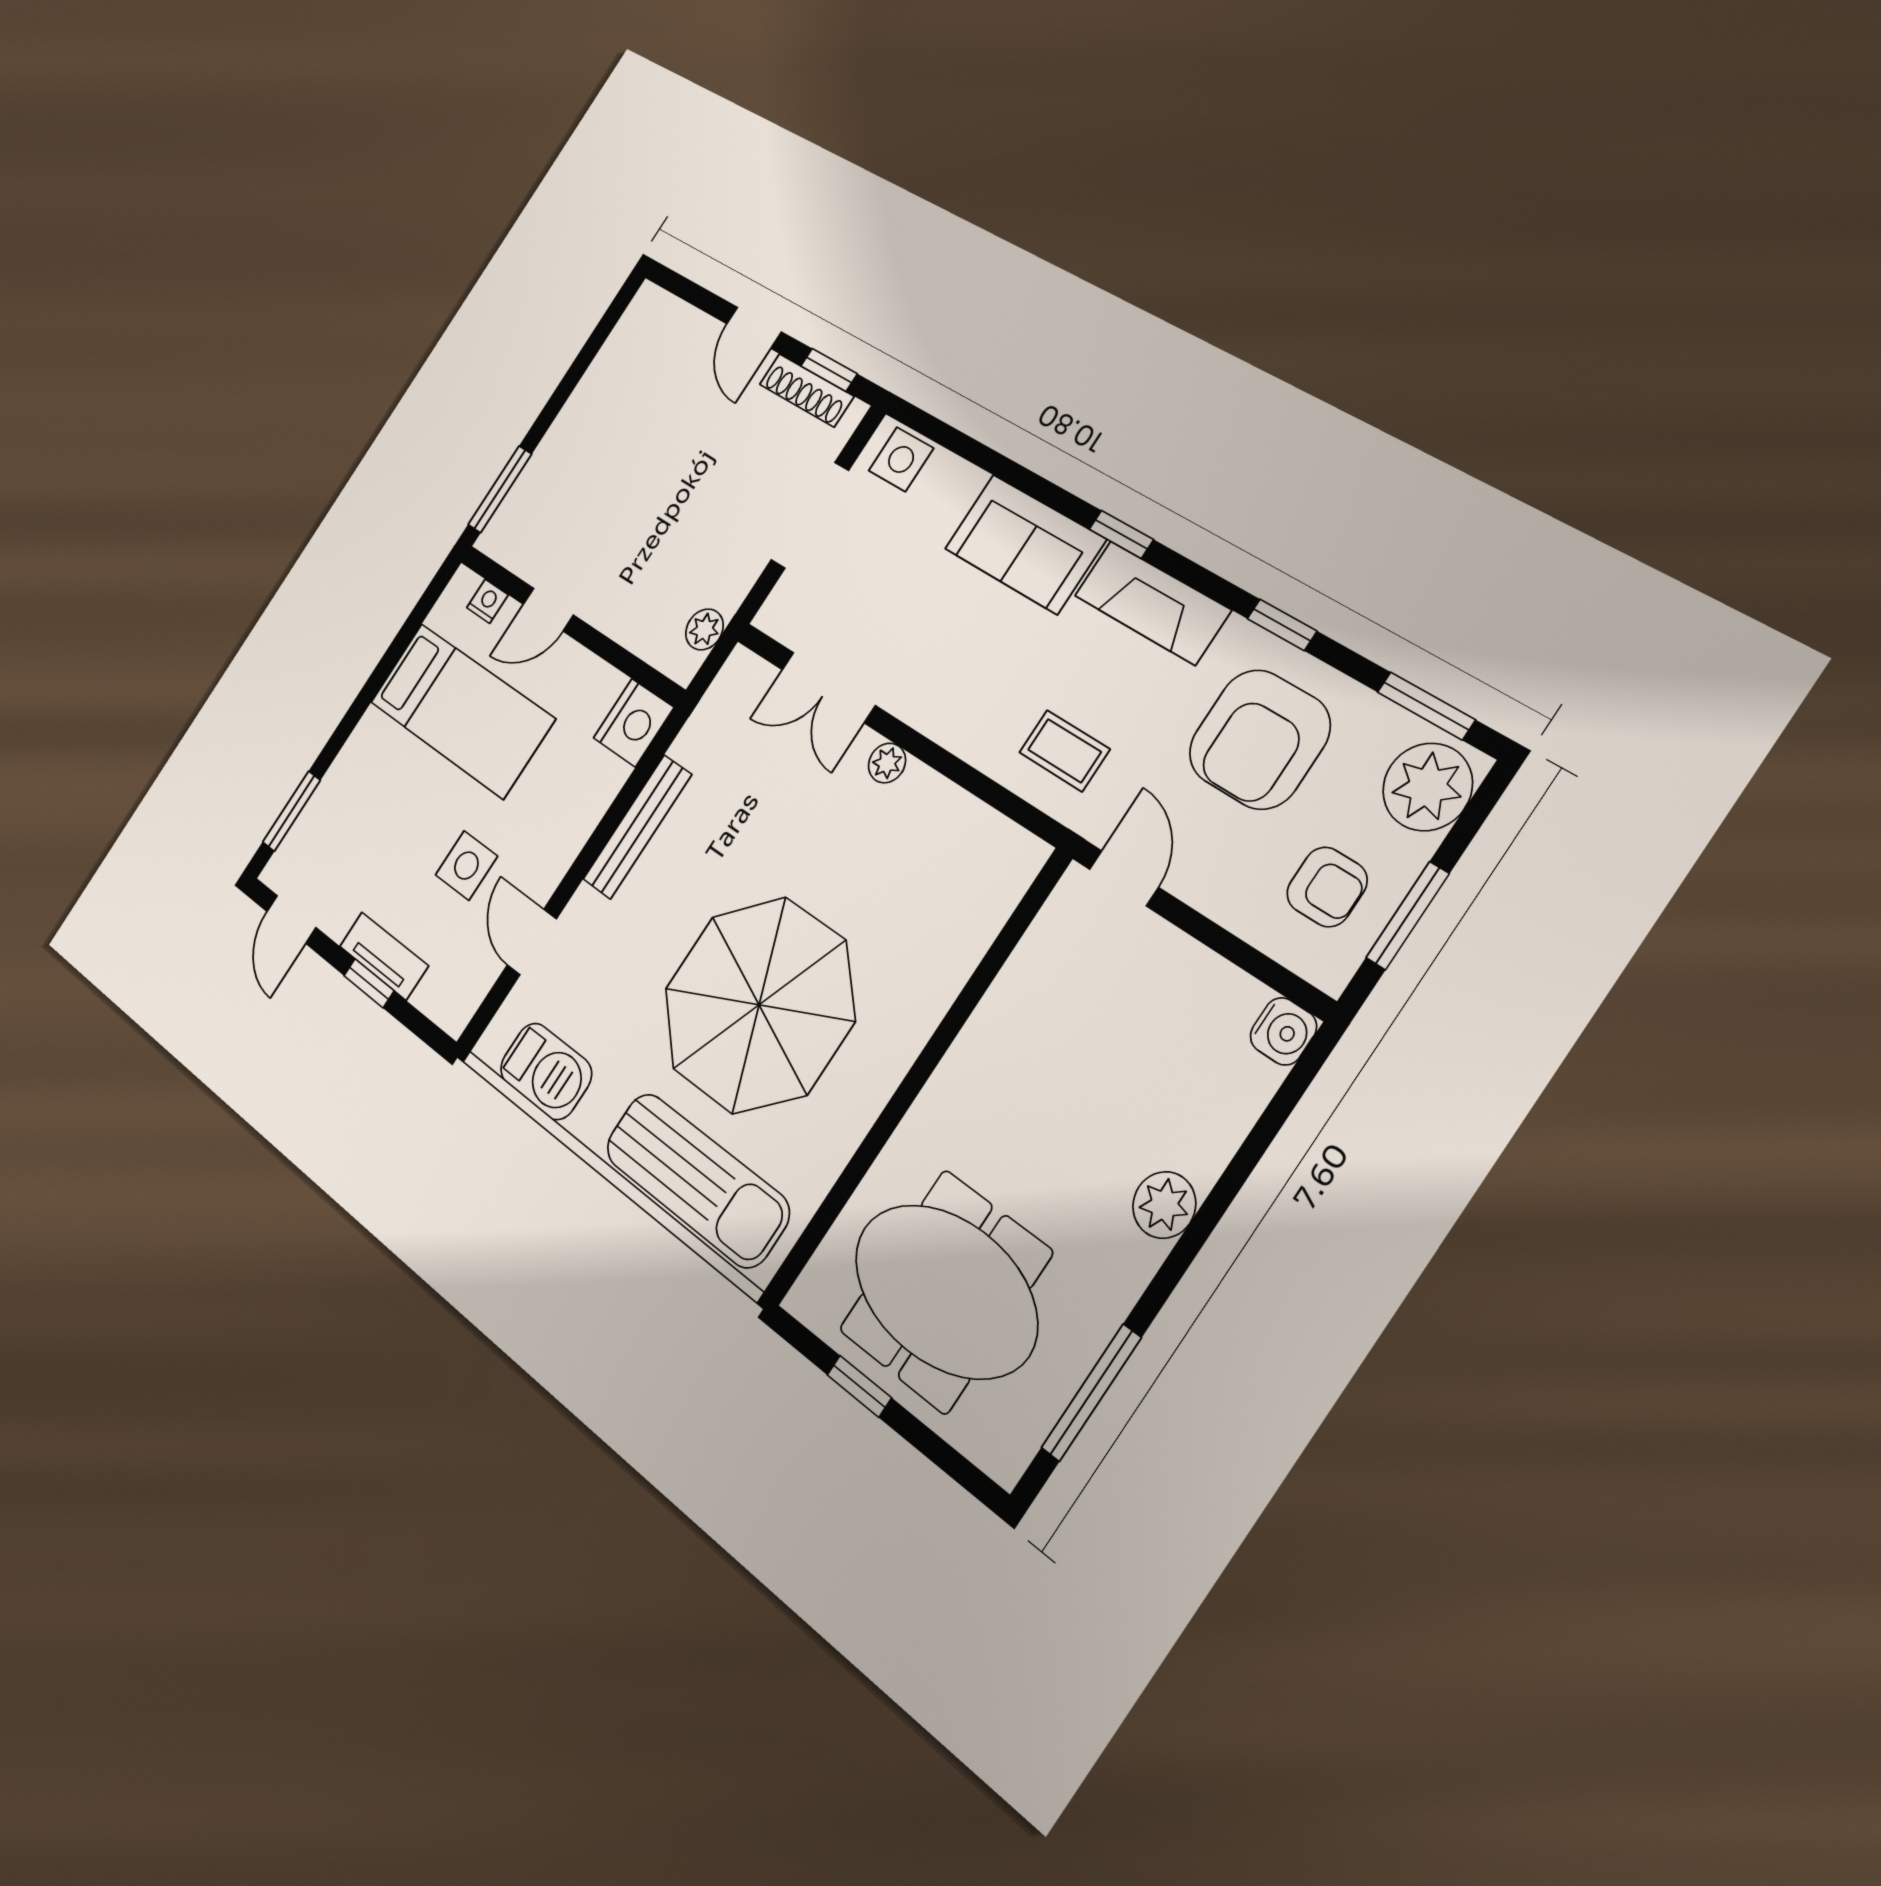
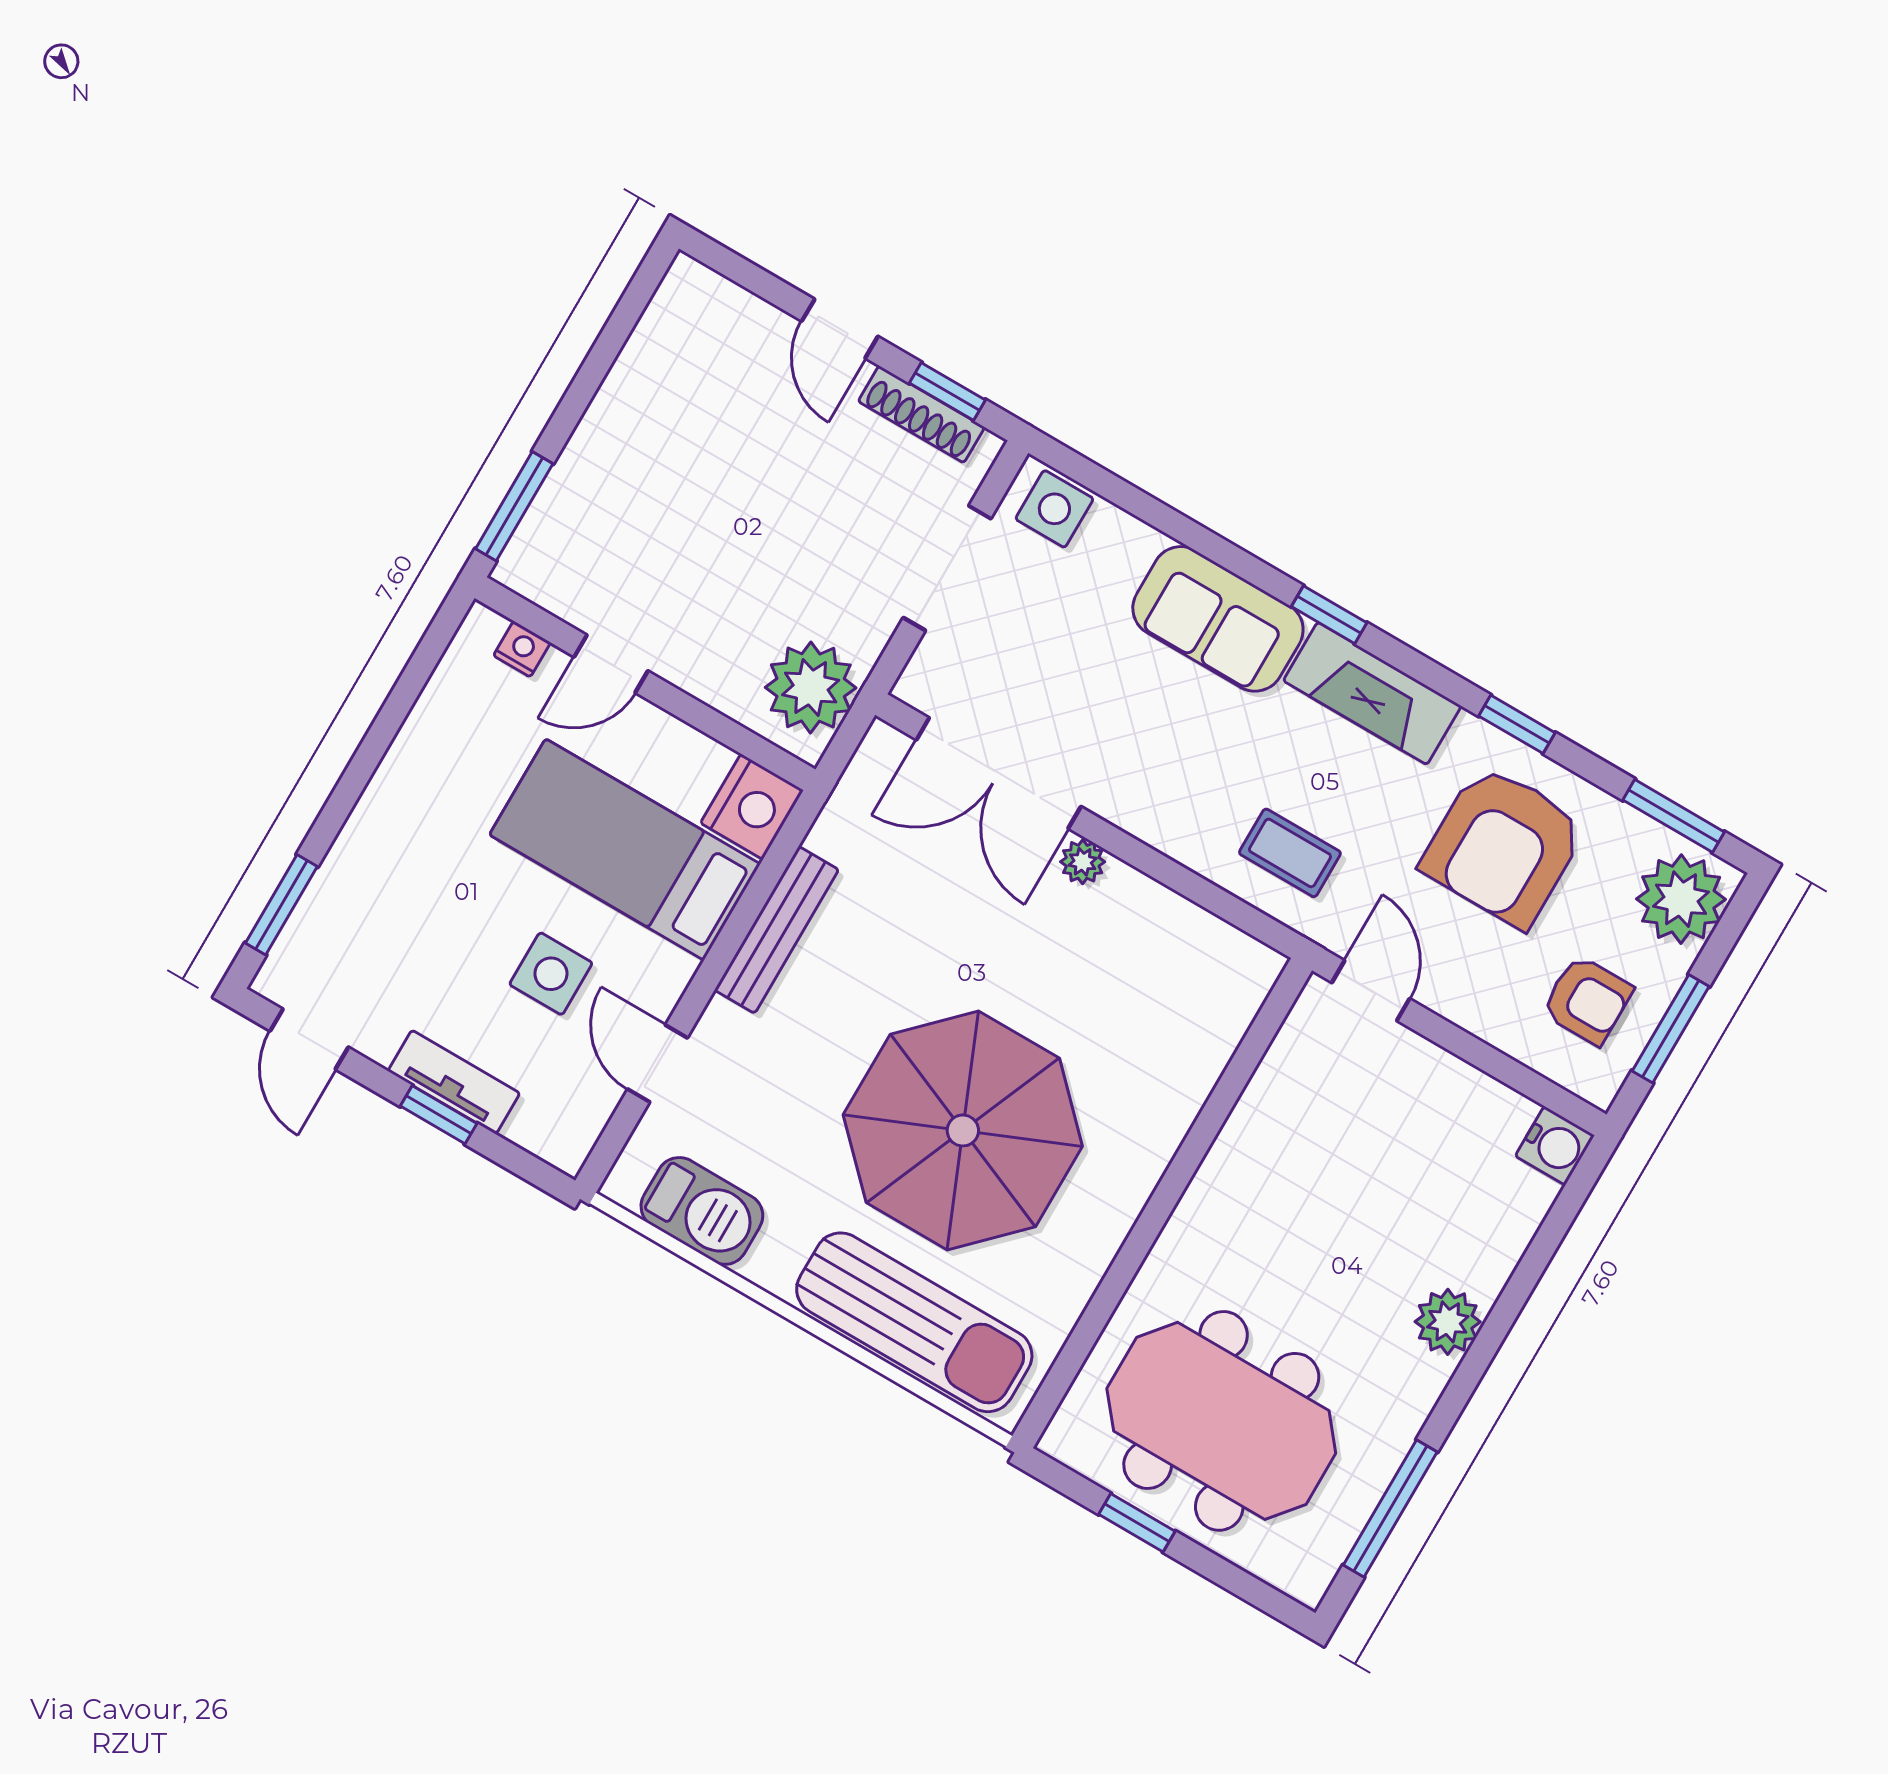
plant: (704, 629) -> (811, 688), width x1.88, depth x1.88
double door: (828, 687) -> (999, 773), width x1.37
bed: (462, 710) -> (625, 849), moved, turned 180

